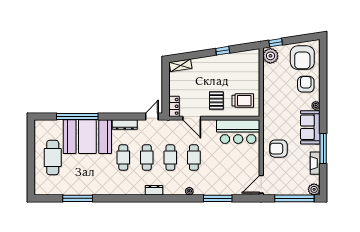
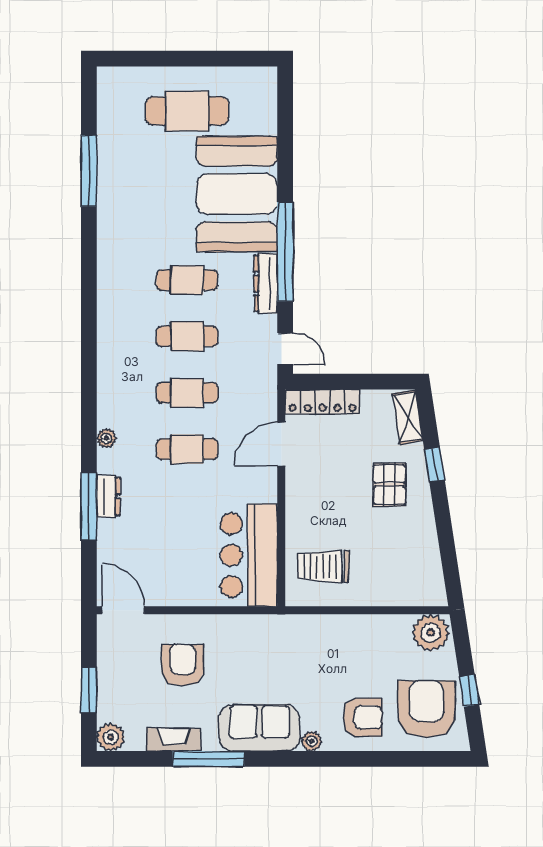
window: (276, 43) -> (469, 691), moved
window: (223, 51) -> (435, 465), moved
armchair: (302, 58) -> (426, 709), turned 90
pallet: (216, 101) -> (389, 485), moved, turned 90
trolley: (243, 101) -> (323, 566), turned 90
locker: (174, 106) -> (323, 402), width x1.53
window: (77, 117) -> (285, 252), moved
armchair: (278, 149) -> (183, 665), moved
dresser: (154, 190) -> (108, 496), moved
window: (294, 198) -> (89, 690), width x0.47

